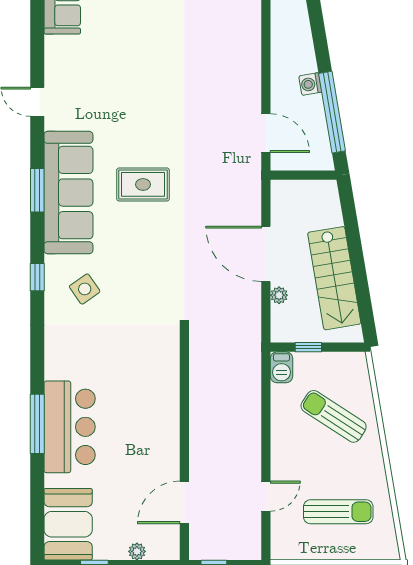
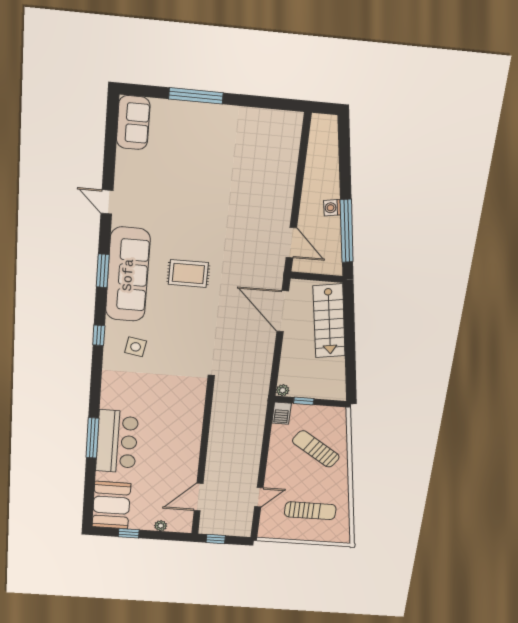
door: (266, 254) -> (283, 311), moved
stairs: (334, 278) -> (329, 321), moved
side table: (85, 289) -> (136, 347), turned 45
plant: (279, 295) -> (283, 390), moved

